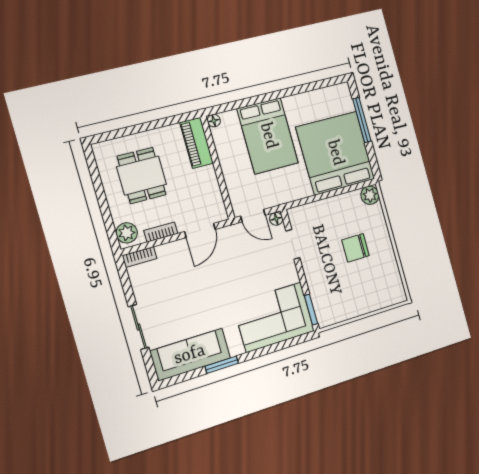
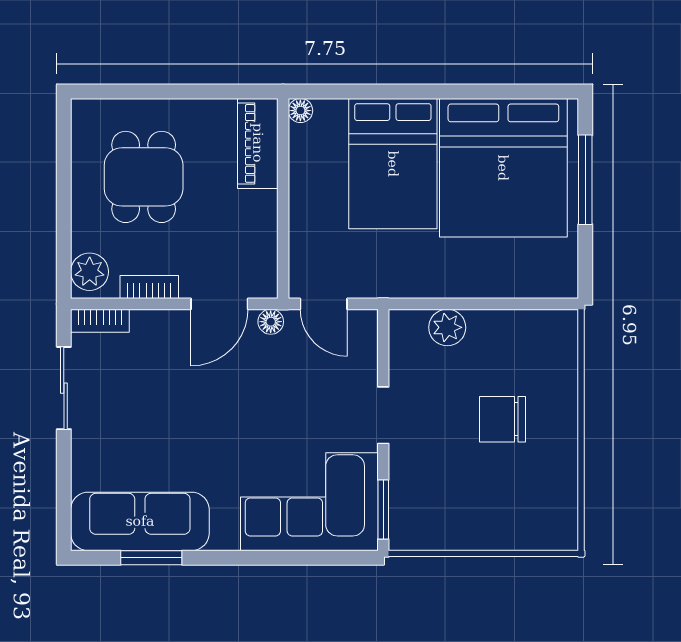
bed: (335, 153) -> (503, 168), moved, turned 180
plant: (370, 195) -> (447, 327), moved
floor lamp: (276, 219) -> (271, 322), moved
doorway: (293, 244) -> (383, 415), moved
sliding door: (139, 327) -> (64, 388), moved
window: (222, 365) -> (151, 558), moved

